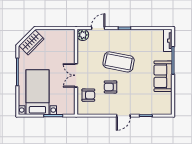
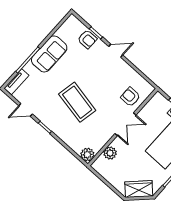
door: (98, 28) -> (26, 110), moved
plant: (70, 49) -> (110, 153), added
armchair: (110, 87) -> (87, 39), moved

